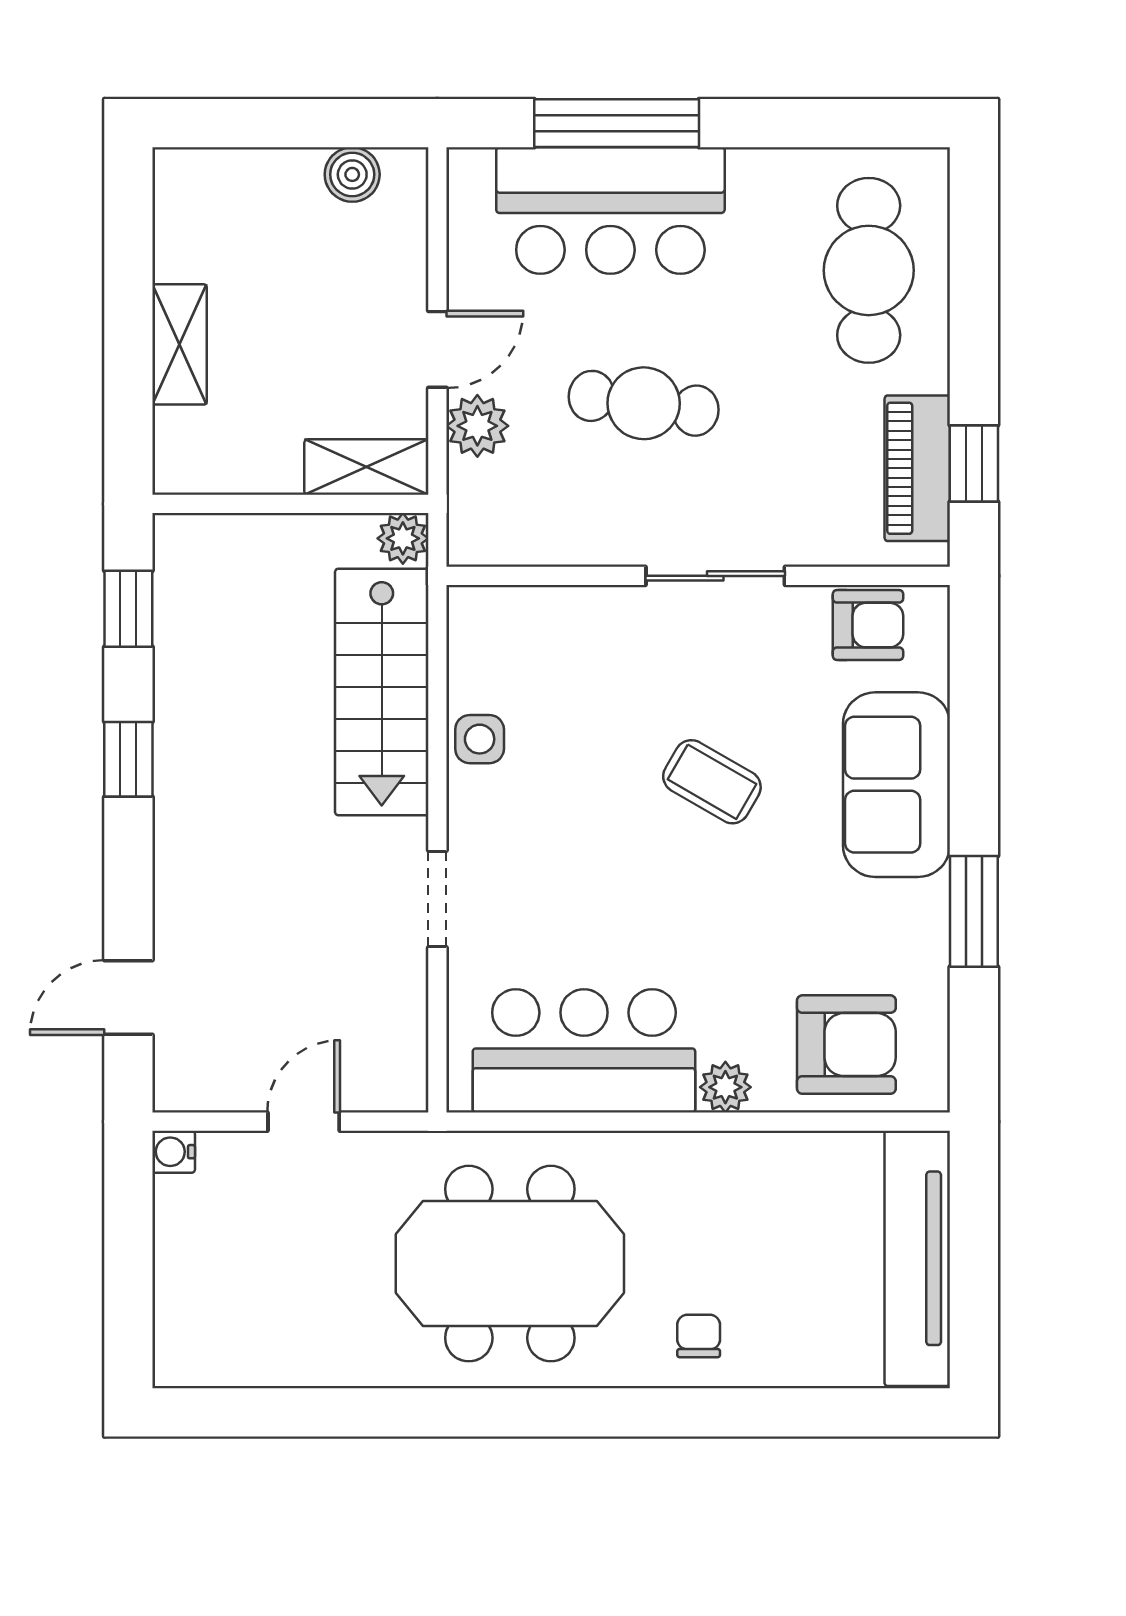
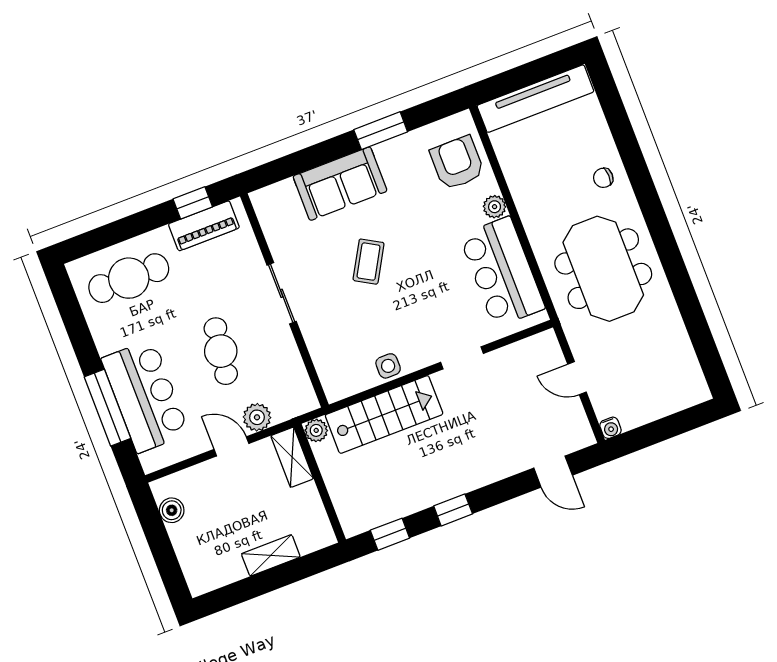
armchair: (868, 625) -> (278, 221), removed

